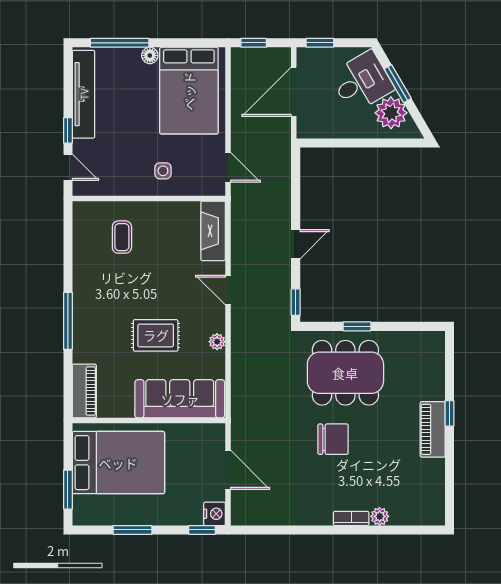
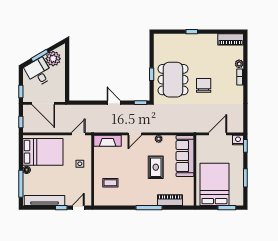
piano: (84, 391) -> (170, 200), moved
piano: (433, 429) -> (231, 39), moved

